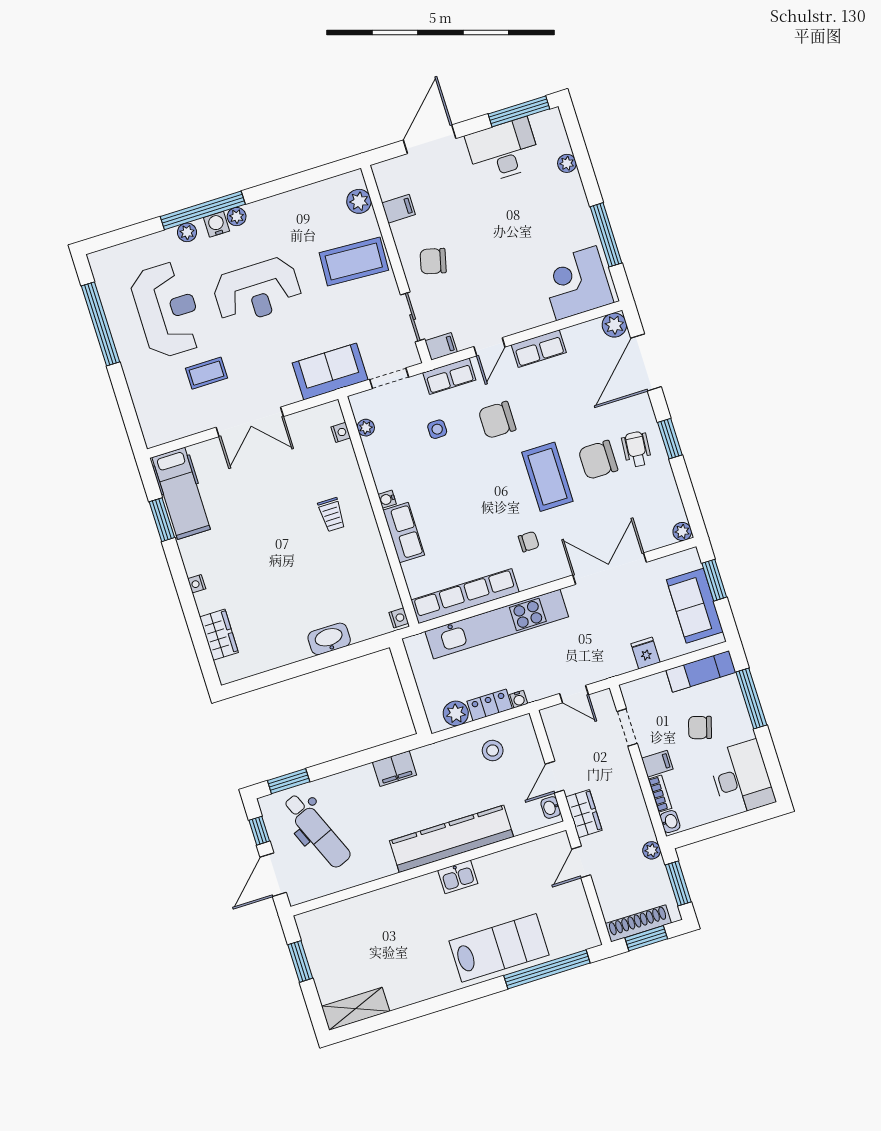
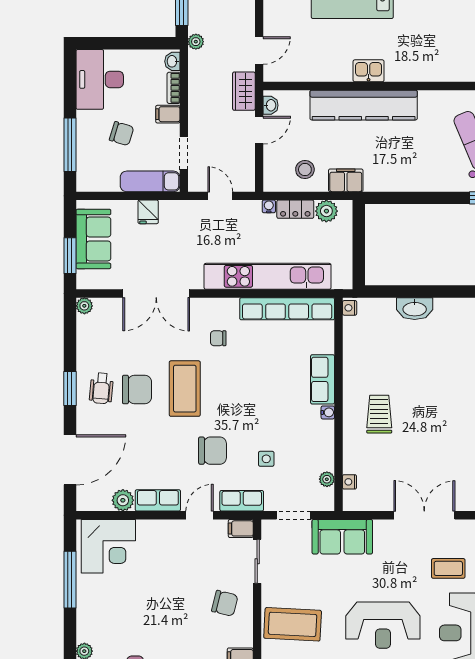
reception desk: (257, 291) -> (383, 625), turned 180
plant: (614, 325) -> (123, 500), moved
trolley: (332, 515) -> (379, 414), width x1.36, depth x1.39
exam couch: (701, 671) -> (150, 181), moved
filing cabinet: (395, 769) -> (346, 180), moved

